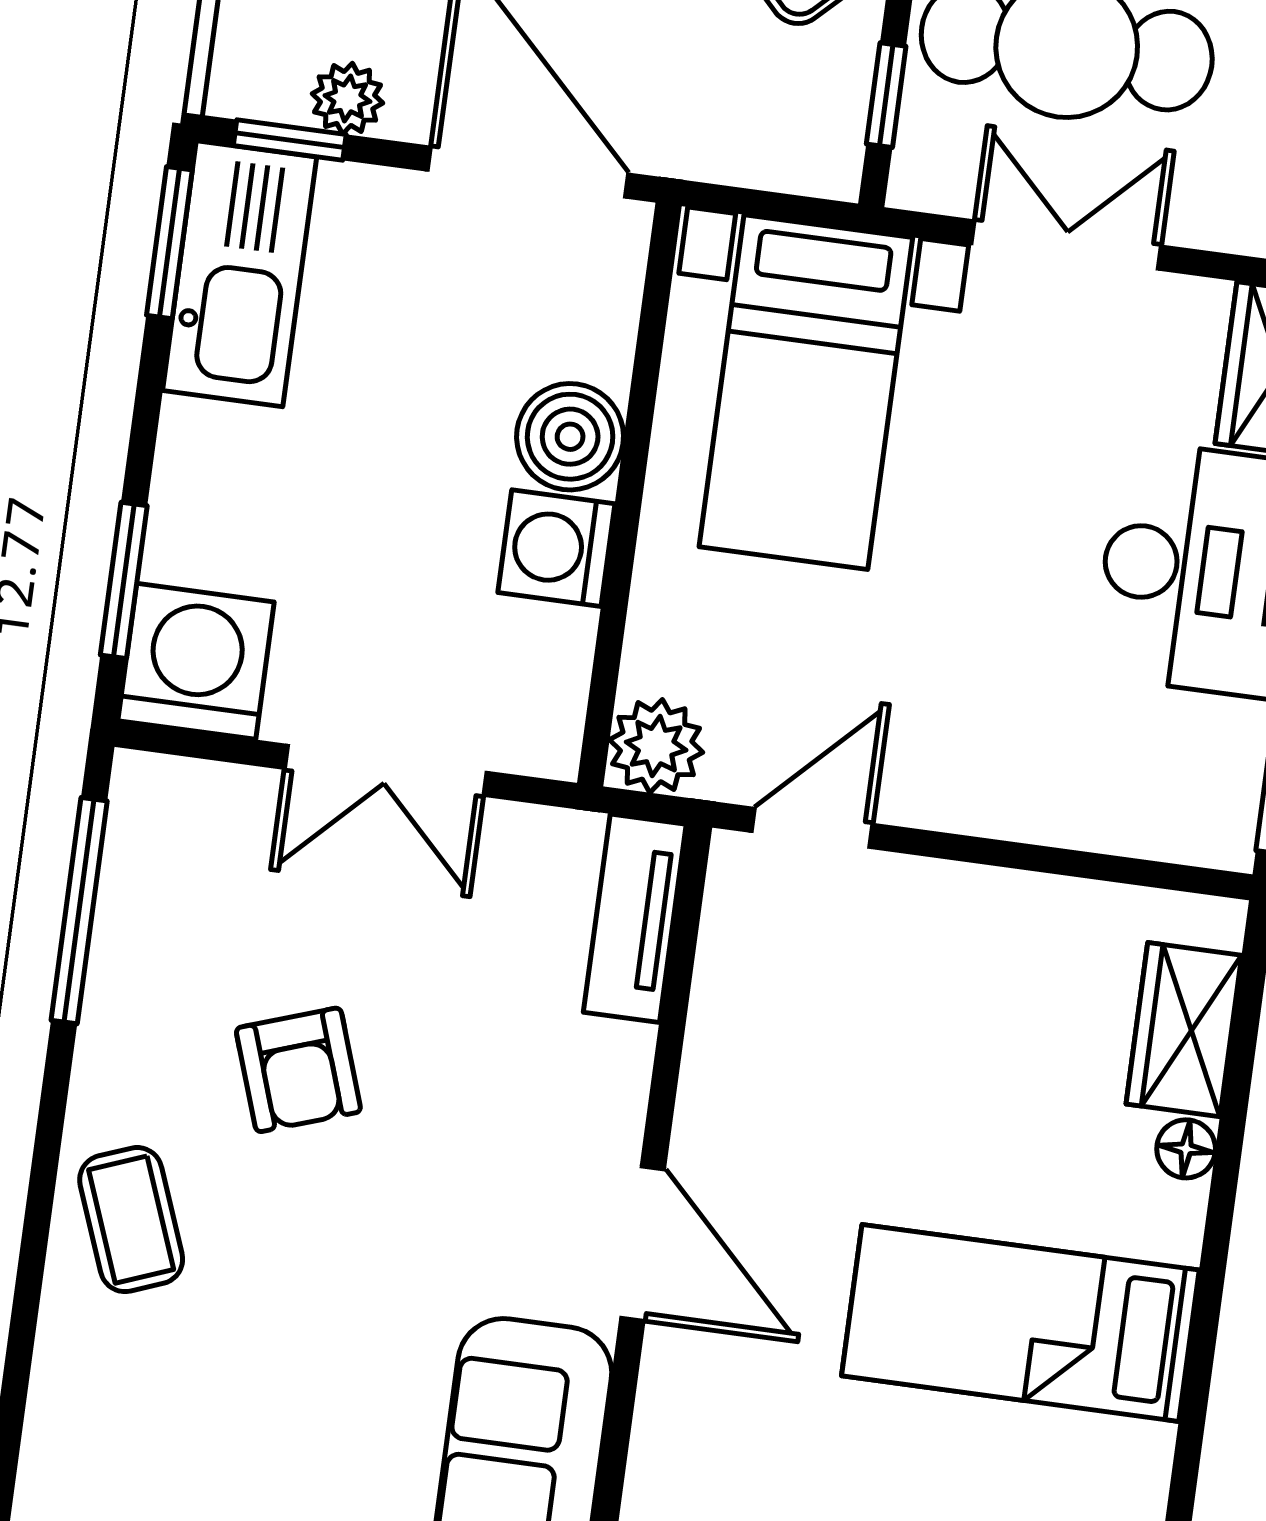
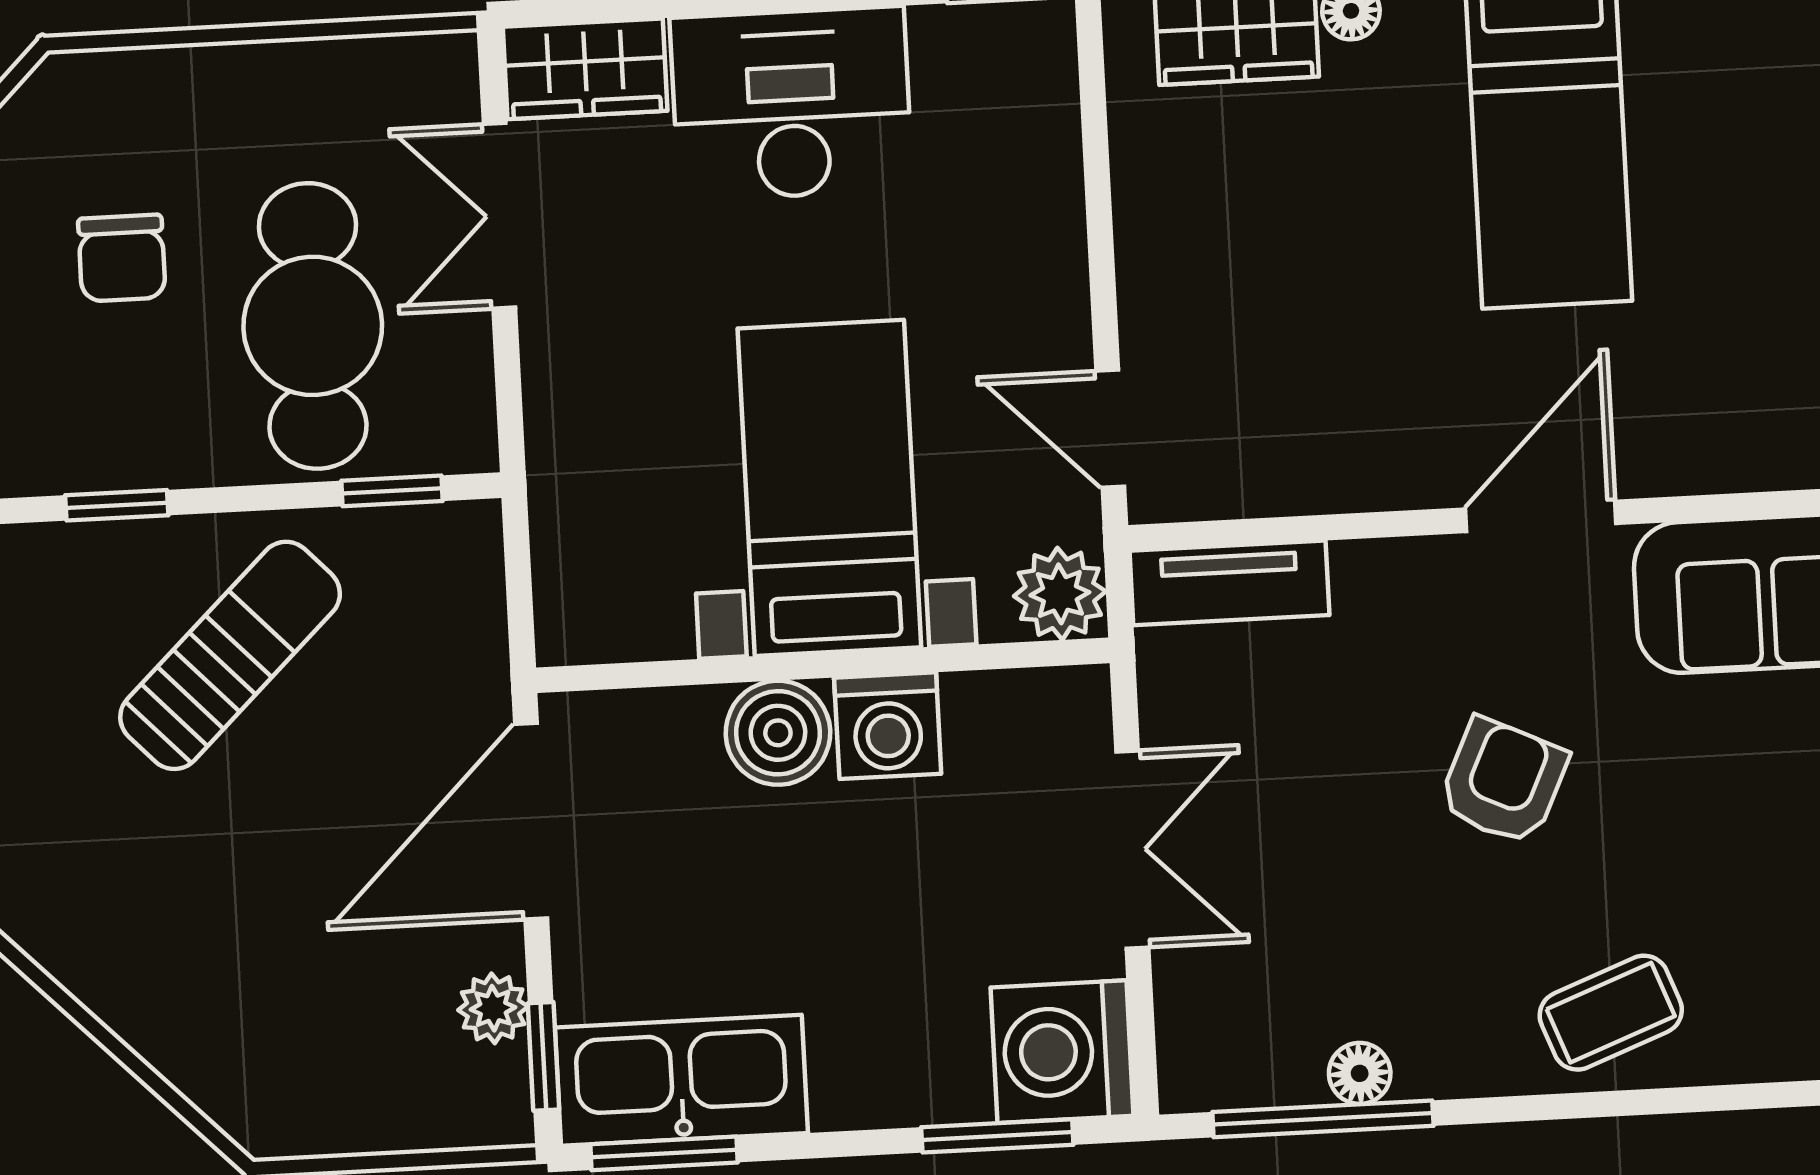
double door: (1066, 245) -> (499, 216), moved
bed with nightstands: (806, 392) -> (829, 488), moved, turned -90
floor lamp: (118, 956) -> (1360, 1073), added
armchair: (298, 1070) -> (1503, 781), moved, turned -46

